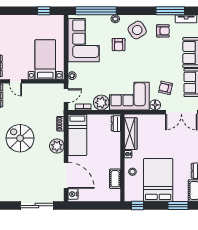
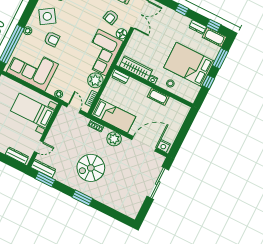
cot: (115, 179) -> (158, 97), moved
window: (138, 206) -> (209, 82), moved

